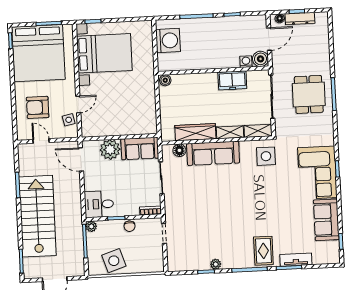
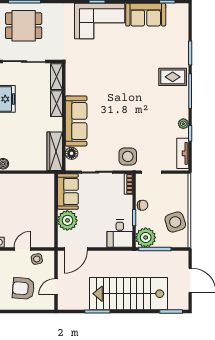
door: (78, 104) -> (22, 249), hinge flipped
armchair: (38, 107) -> (23, 288), turned 95
wardrobe: (195, 132) -> (55, 151), moved
side table: (266, 156) -> (128, 156), moved
plant: (91, 226) -> (146, 237), width x1.87, depth x1.87
tv unit: (296, 260) -> (183, 153), moved

